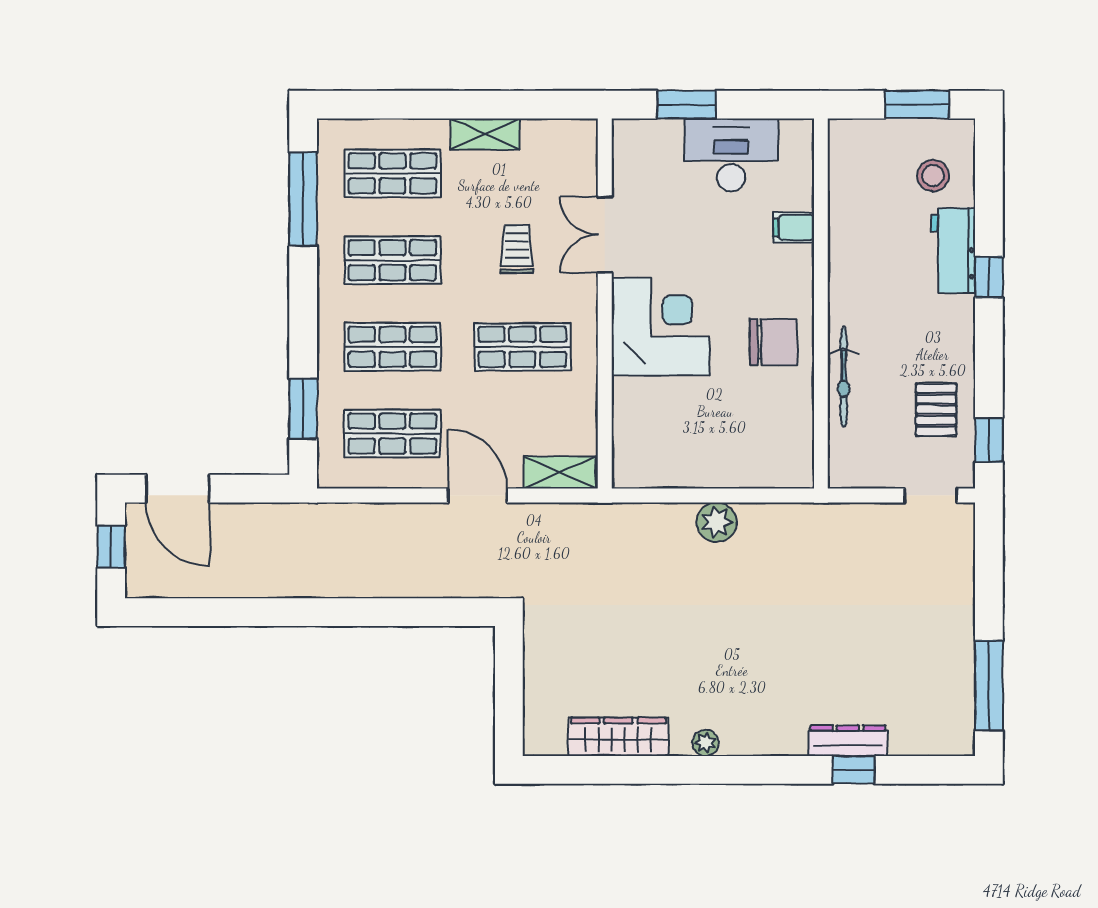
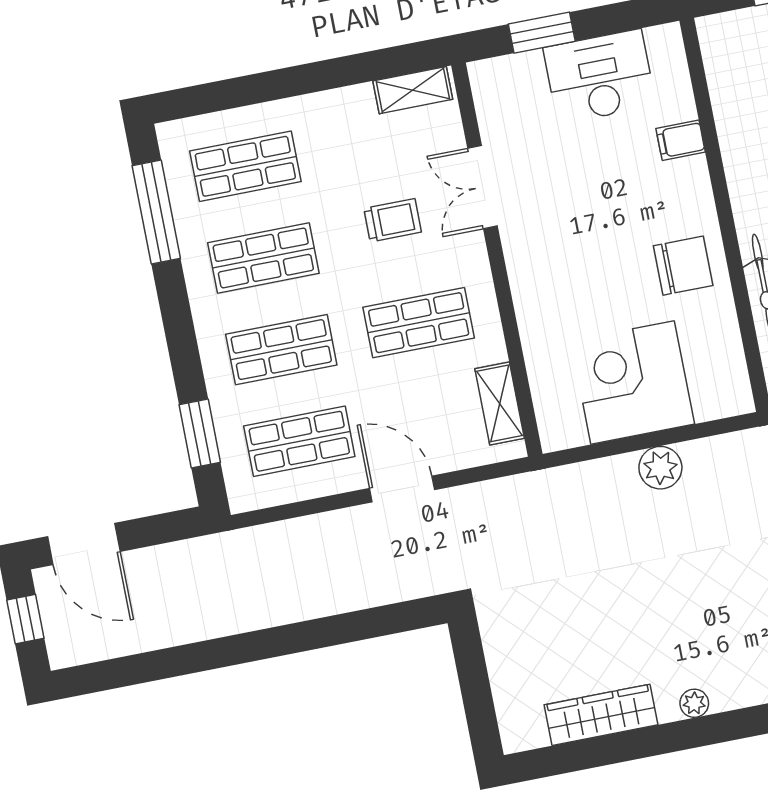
shelving: (485, 134) -> (413, 90), moved
trolley: (517, 249) -> (393, 220), turned 90
corner desk: (661, 327) -> (633, 383), moved, turned -90
shelving: (560, 472) -> (500, 403), moved, turned 90

